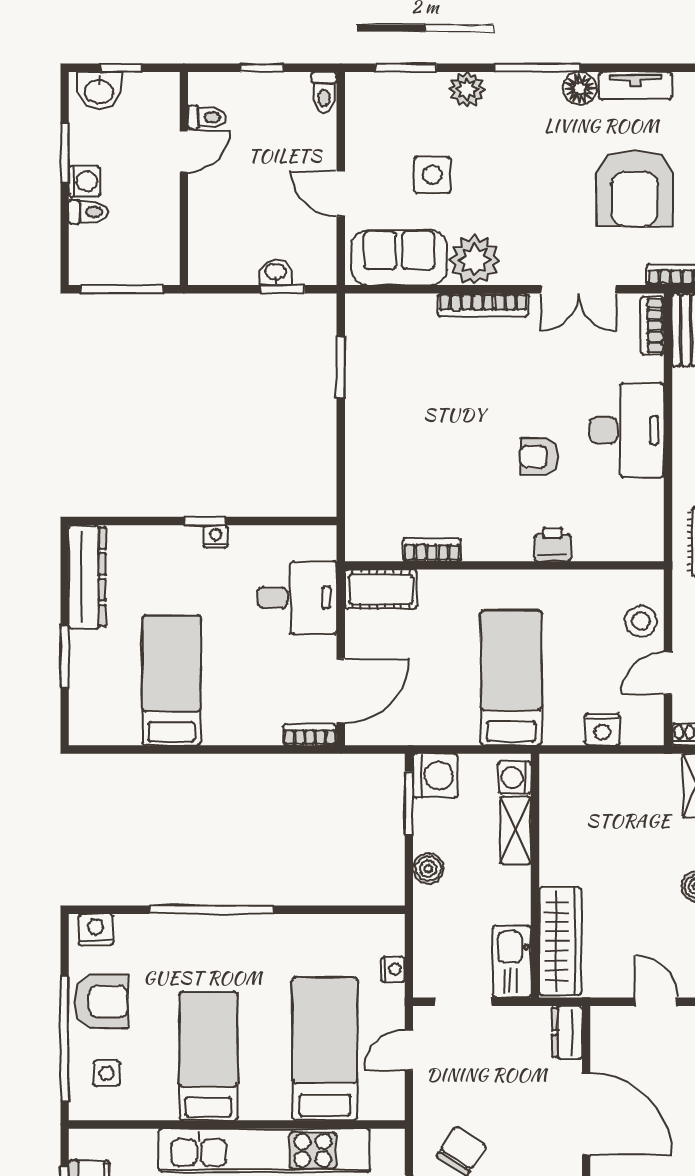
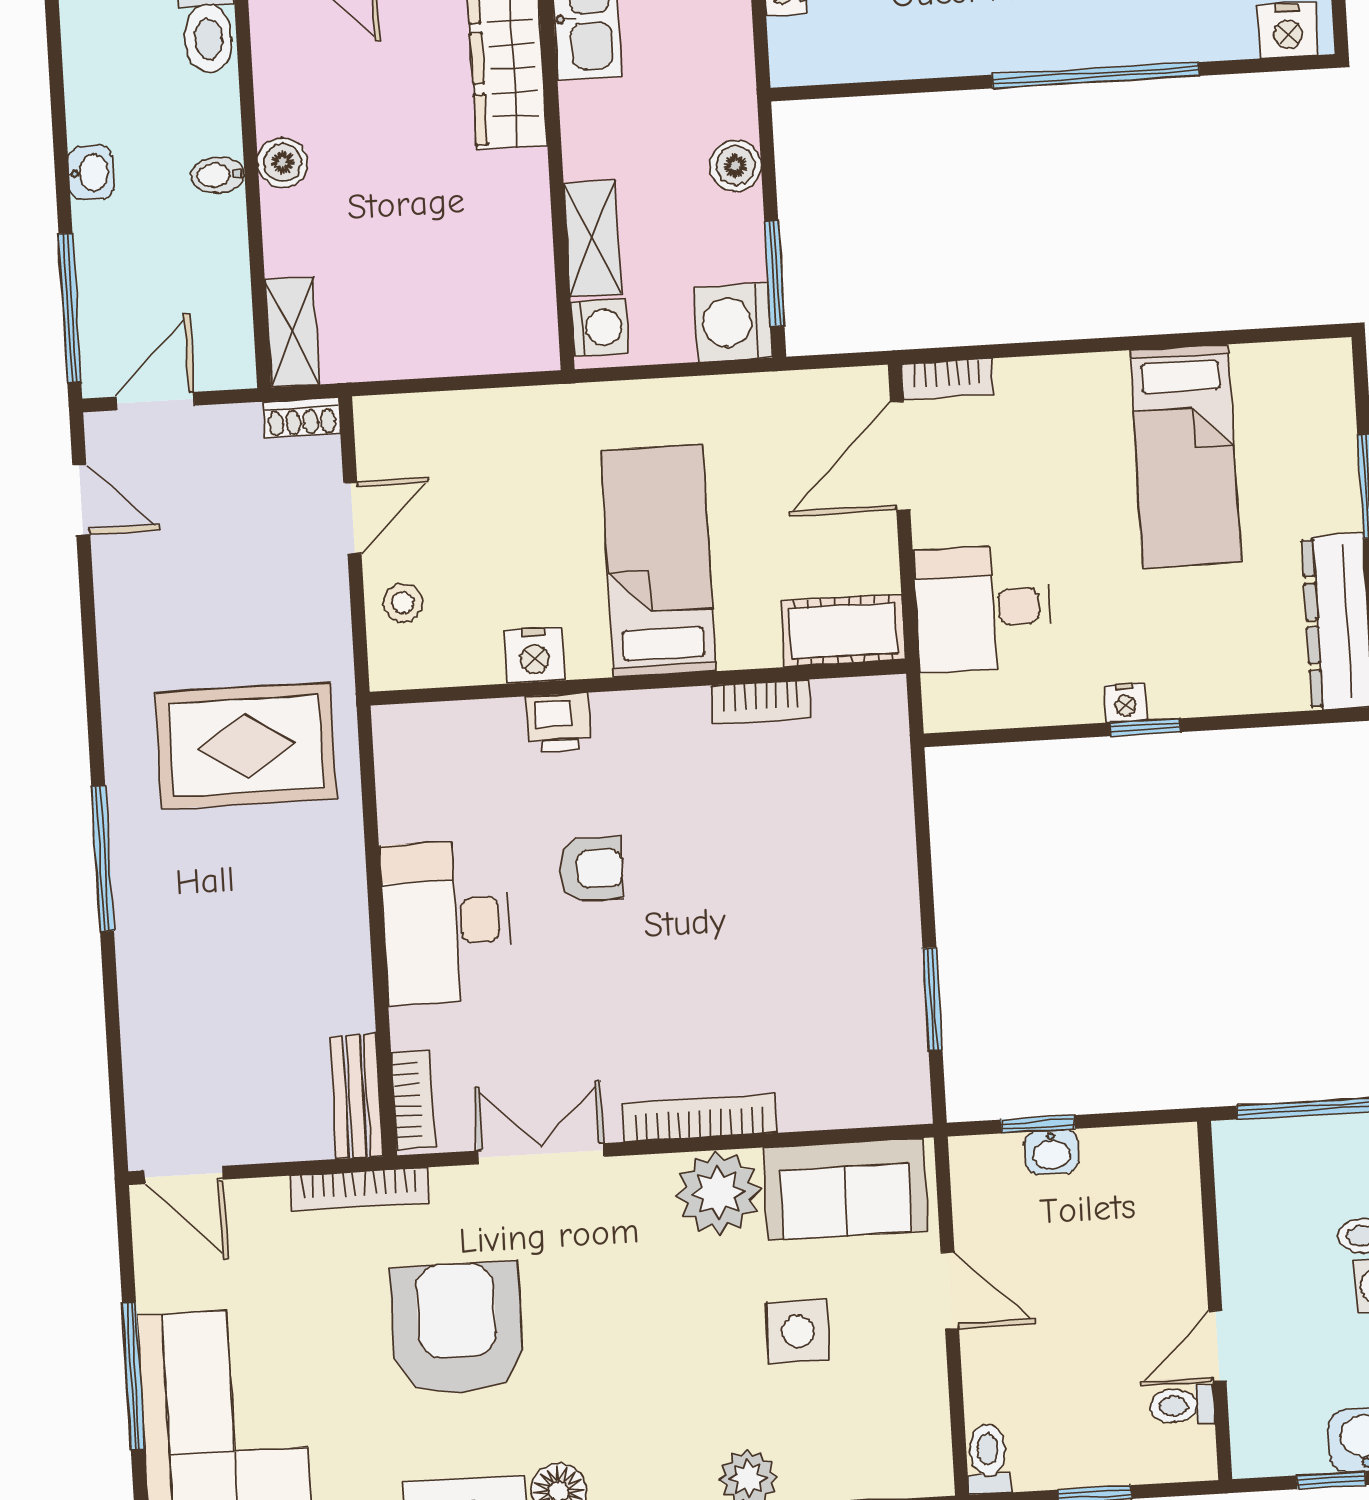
stool: (641, 621) -> (403, 603), width x0.73, depth x0.73
bed: (511, 678) -> (658, 561), moved, turned 180
nightstand: (602, 729) -> (534, 655), moved, turned 180

